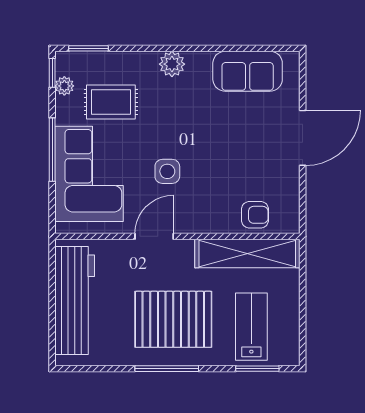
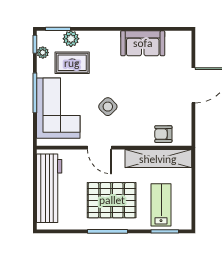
plant: (172, 64) -> (71, 39), moved
sofa: (248, 71) -> (143, 43), moved
side table: (167, 171) -> (108, 107), turned 45
armchair: (255, 215) -> (163, 134), turned 180
door: (154, 236) -> (100, 148), swing flipped

